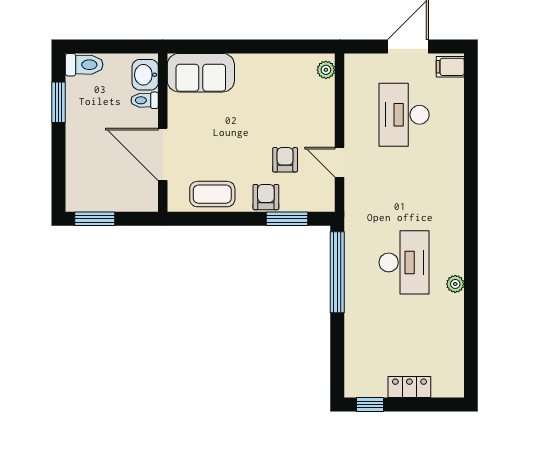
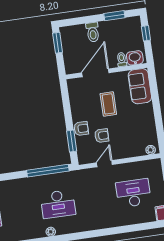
window: (101, 47) -> (146, 33), added
toilet: (84, 65) -> (93, 32), moved
coffee table: (212, 194) -> (108, 104), moved

